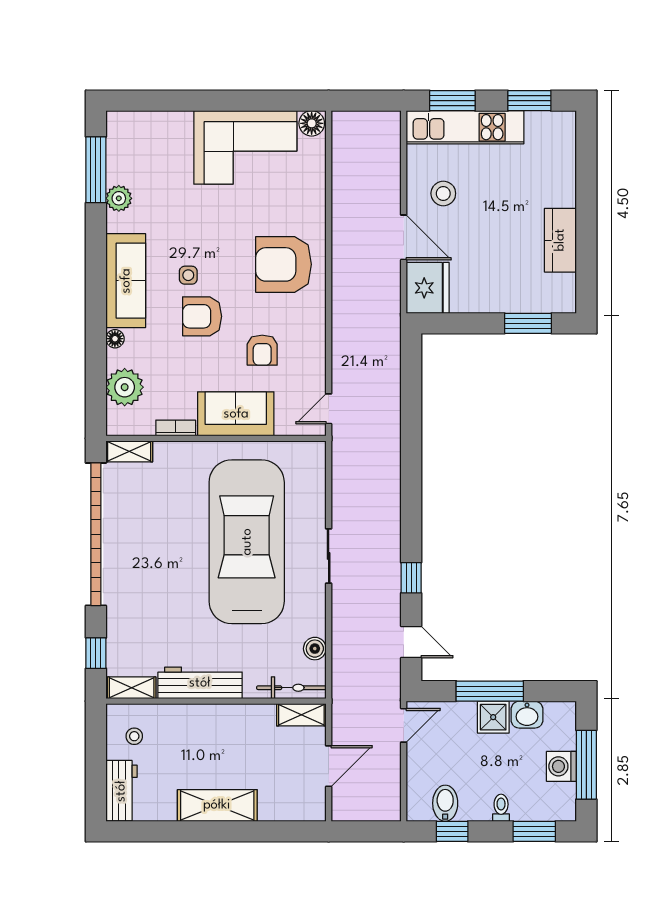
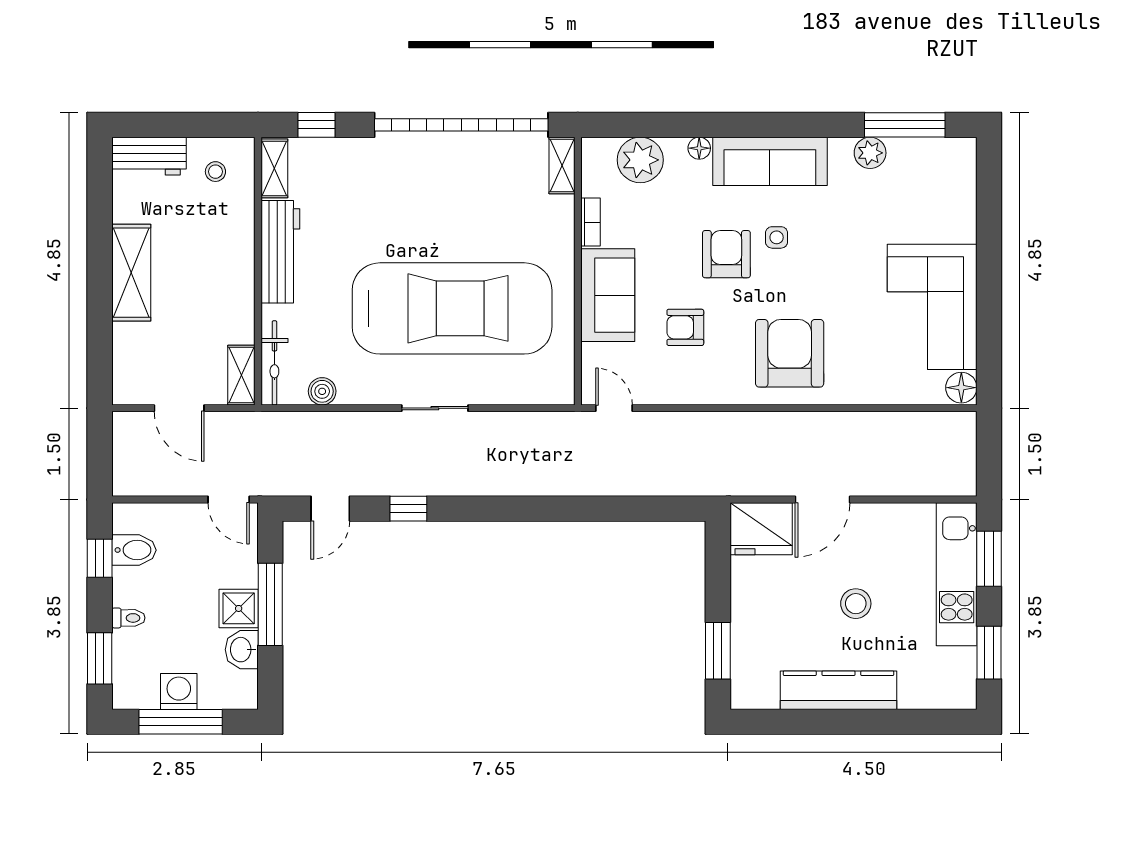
stool: (443, 193) -> (856, 604), moved
kitchen counter: (560, 240) -> (838, 690), width x1.50

